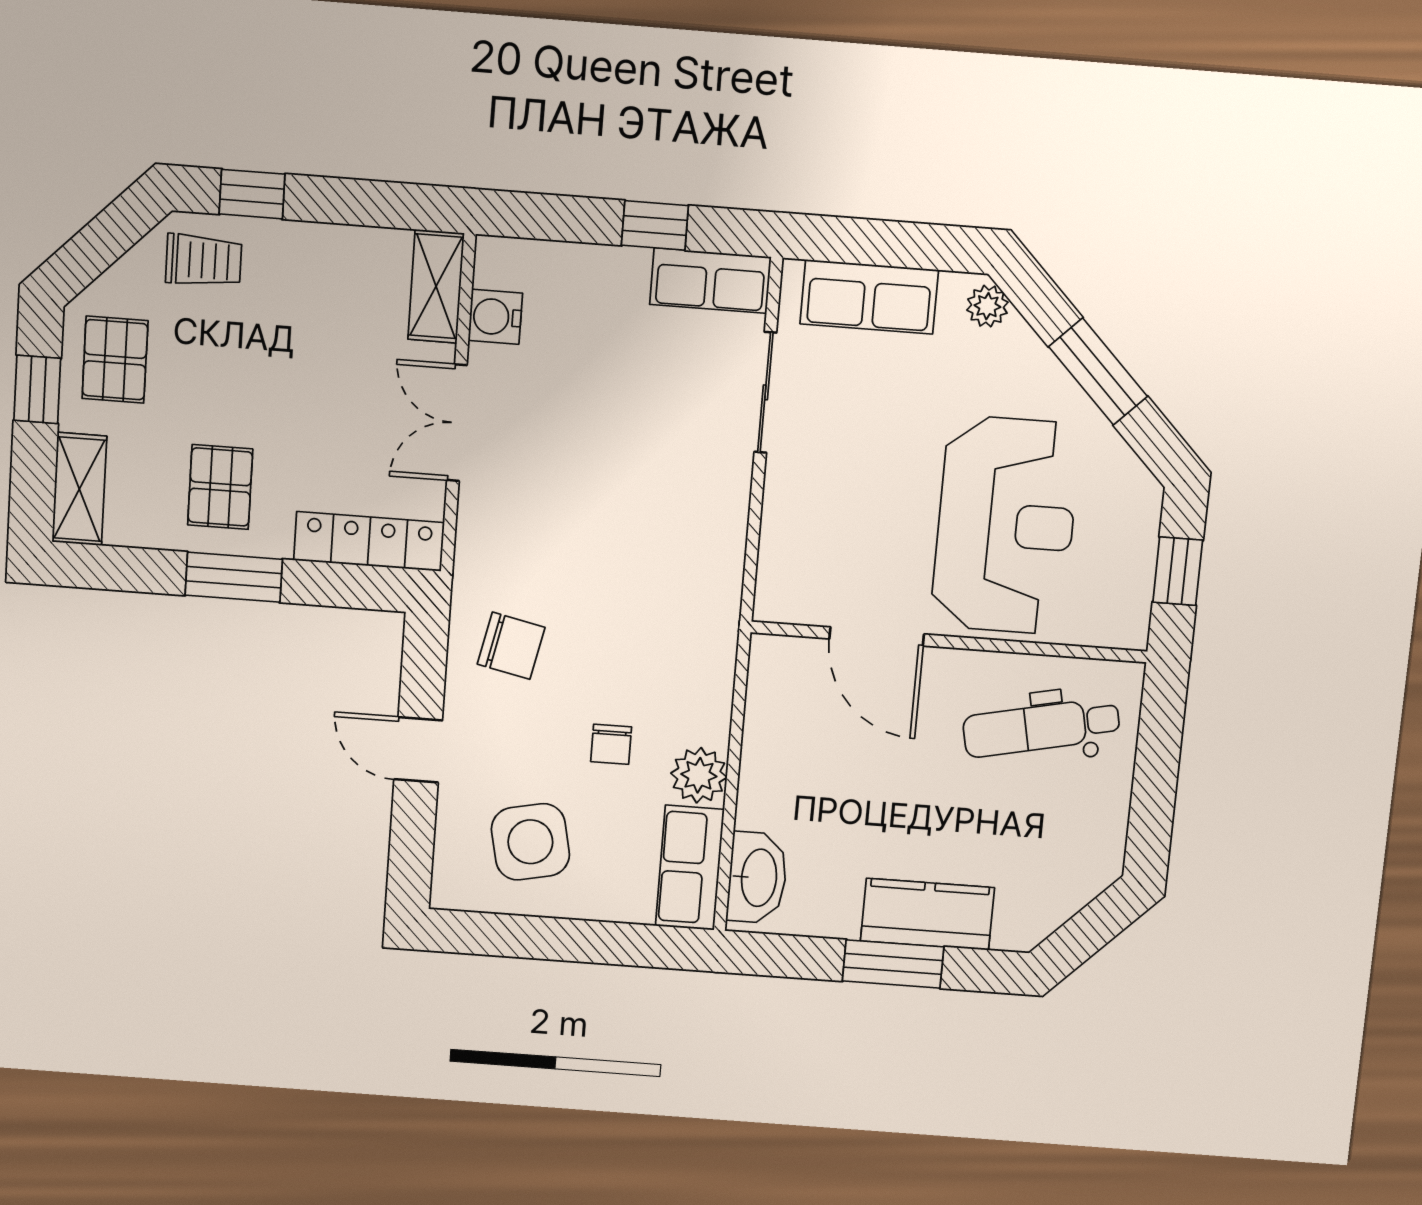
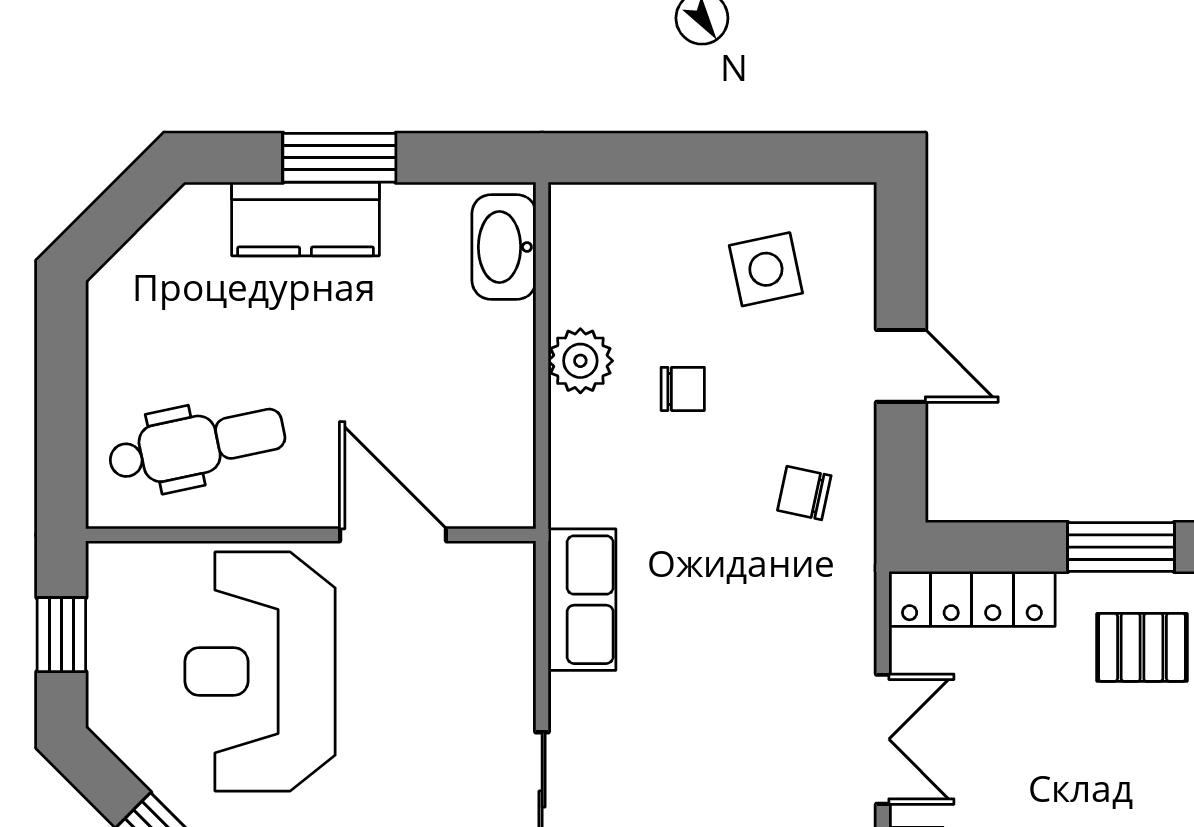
pallet: (220, 487) -> (1142, 647), turned 90
chair: (511, 646) -> (804, 493), width x0.73, depth x0.73
chair: (611, 744) -> (683, 389), turned 90
side table: (530, 842) -> (766, 269), width x0.73, depth x0.73
row of seats: (690, 868) -> (582, 600), moved

